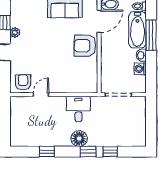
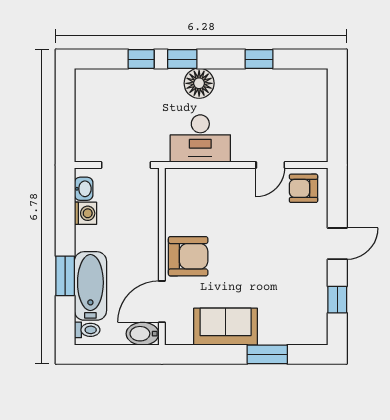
plant: (15, 32) -> (318, 281), removed
window: (151, 35) -> (65, 276), width x0.69
washbasin: (141, 55) -> (84, 189), moved
armchair: (23, 82) -> (303, 188), turned 90
desk: (78, 109) -> (200, 139), width x1.37

